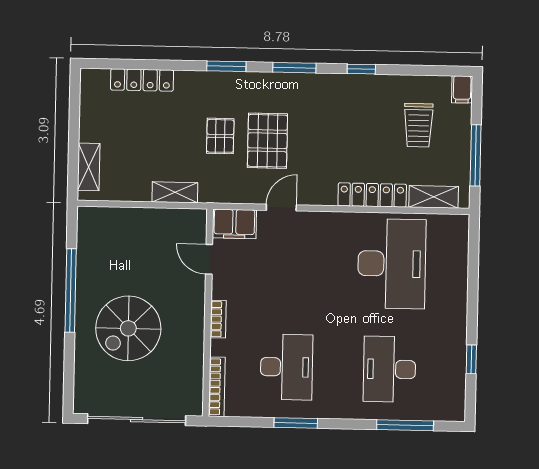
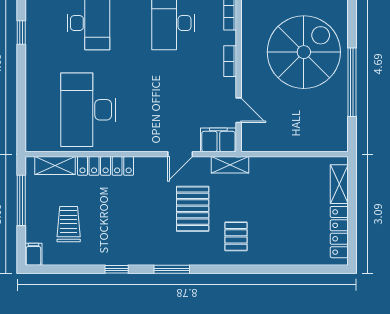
window: (226, 66) -> (228, 269), removed
locker: (142, 80) -> (339, 232), moved, turned -90
pallet: (220, 136) -> (236, 236), moved
shelving: (175, 192) -> (230, 165), moved
spiral stairs: (128, 328) -> (304, 52), width x1.37, depth x1.37

